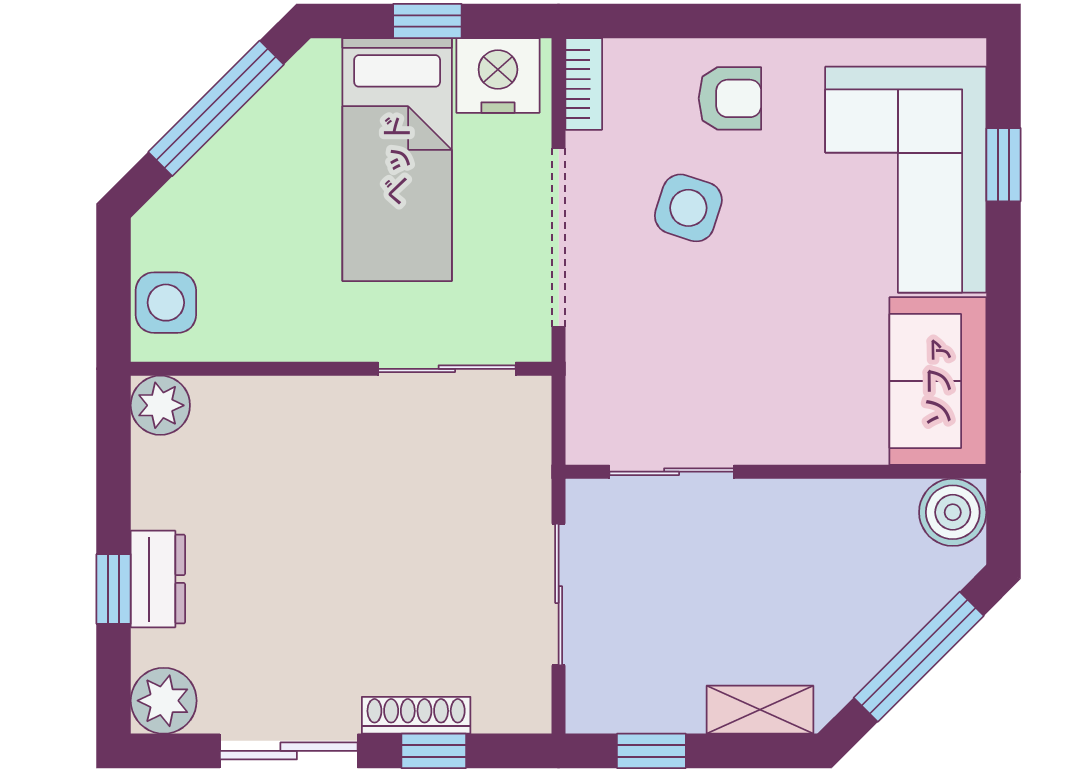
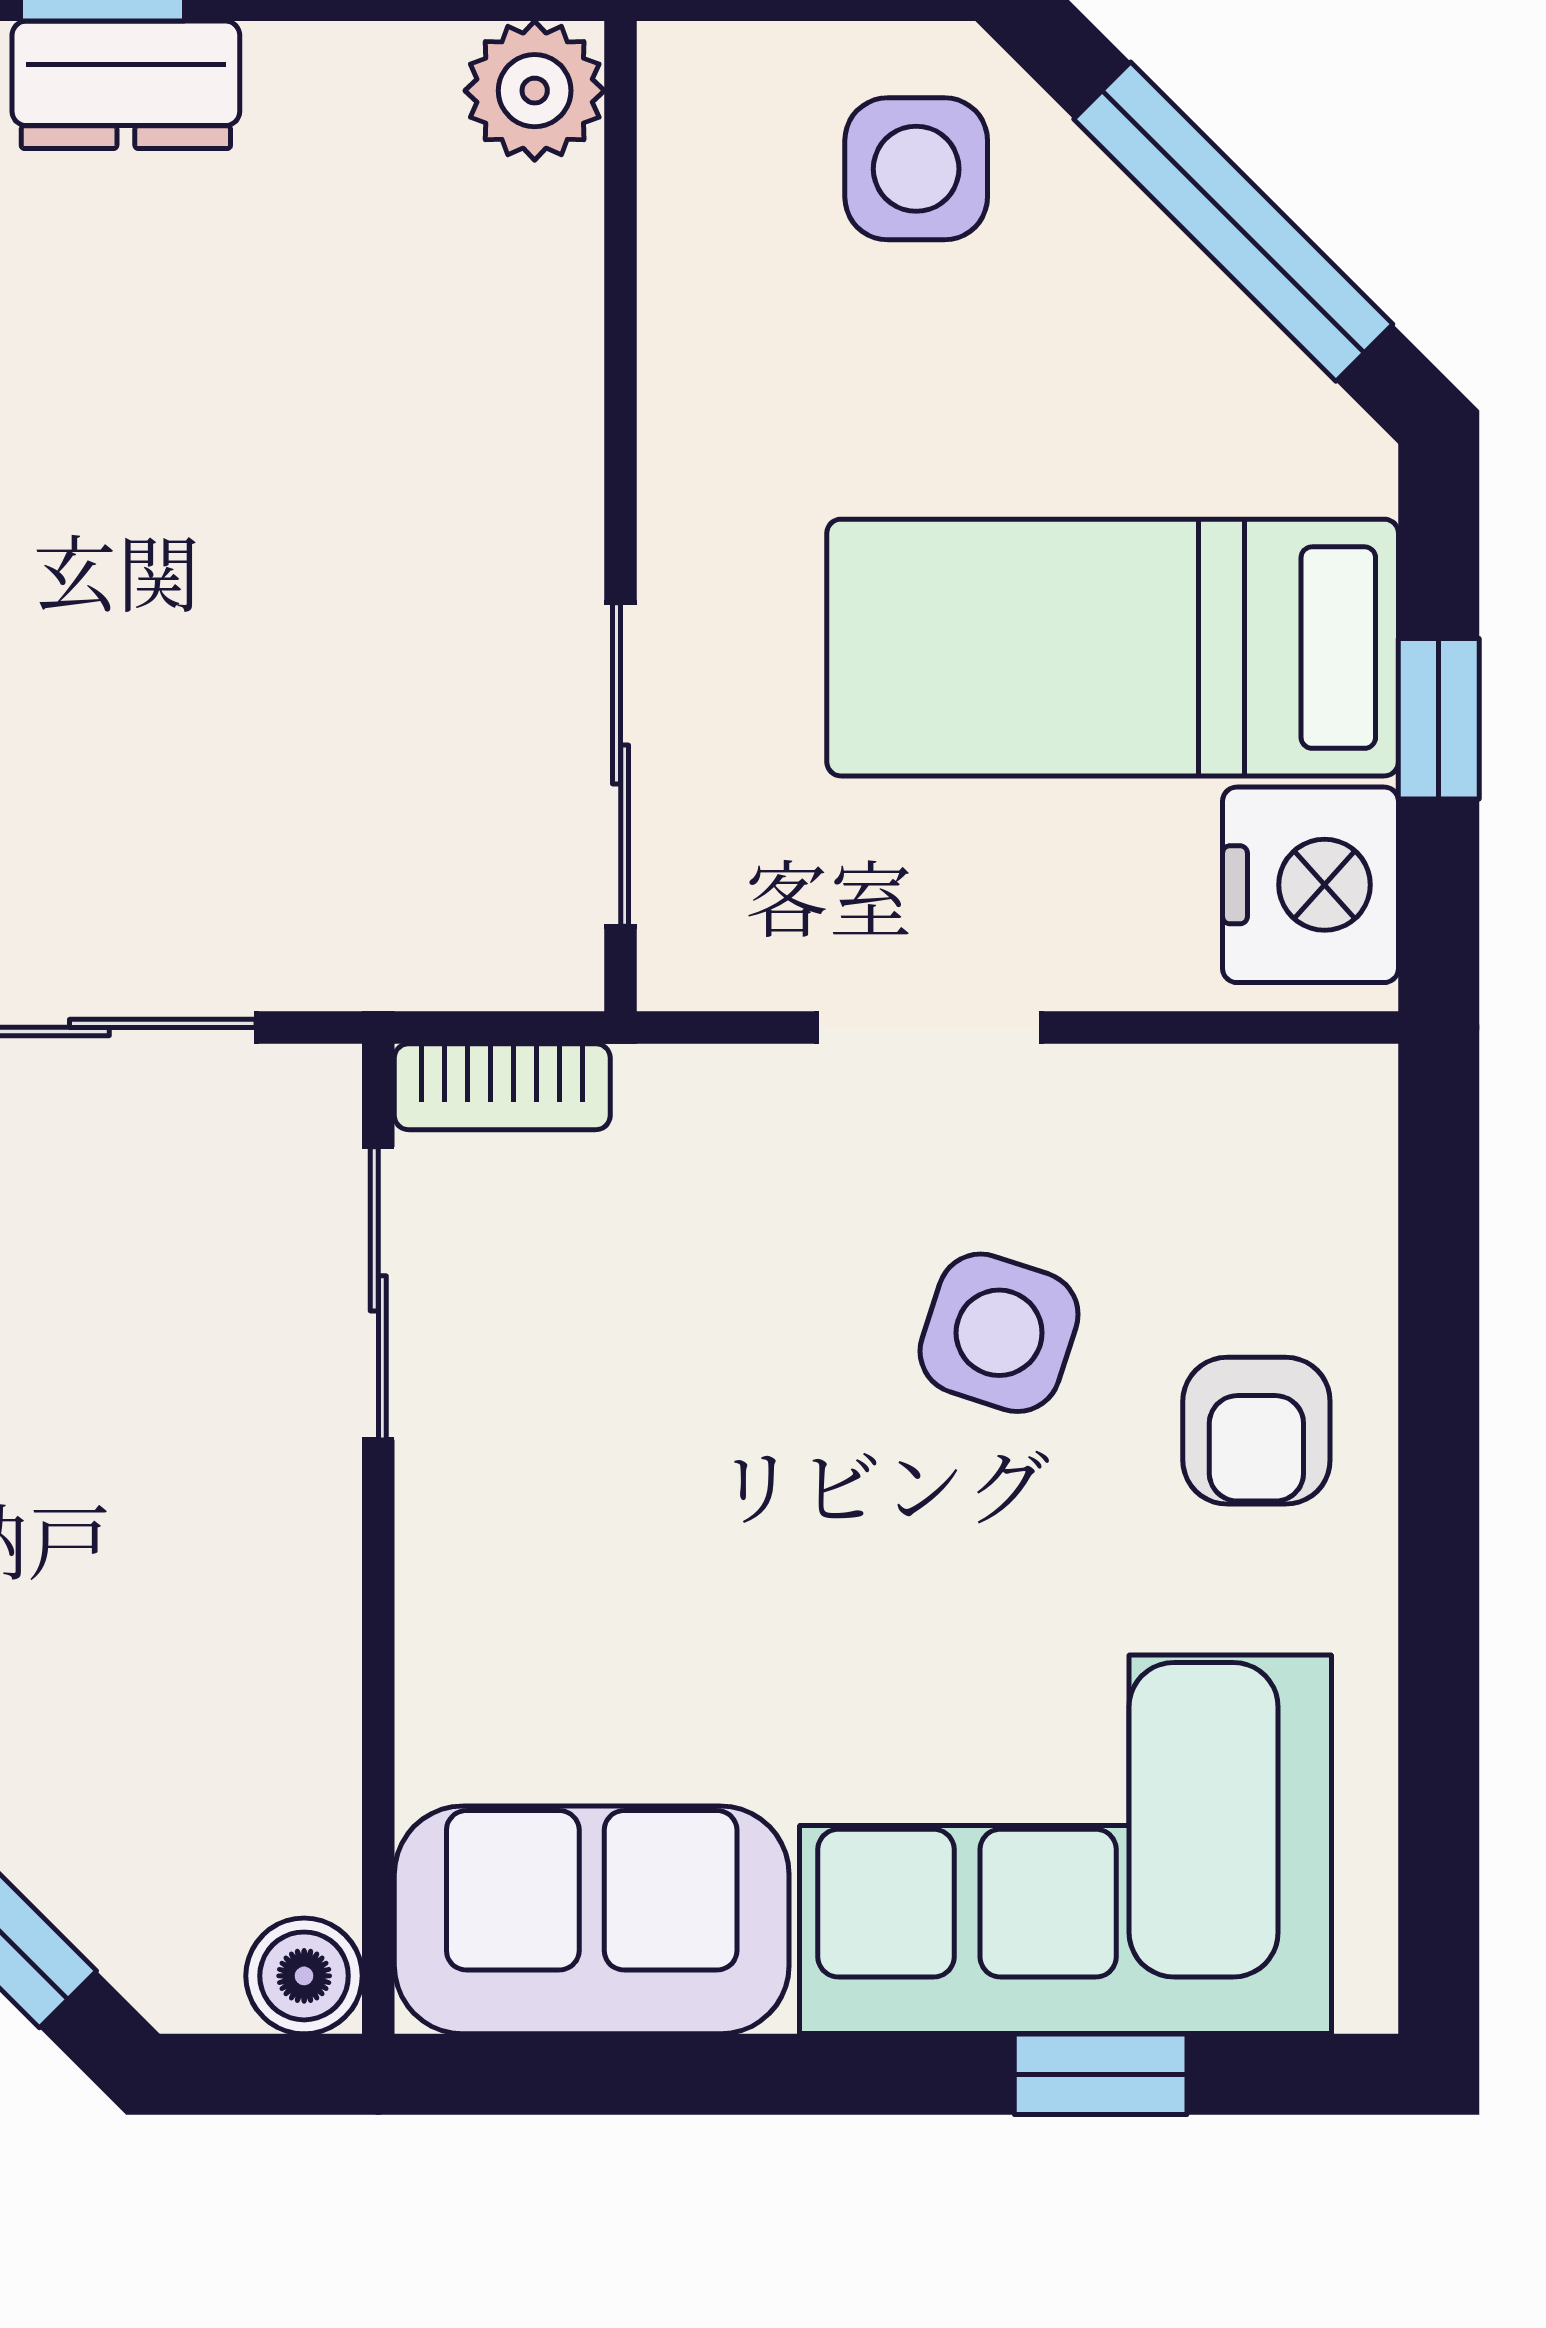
bookcase: (584, 84) -> (502, 1087), moved
doorway: (559, 238) -> (929, 1027), width x0.53
side table: (166, 303) -> (916, 169), moved
boiler: (953, 512) -> (304, 1976), width x0.73, depth x0.73

